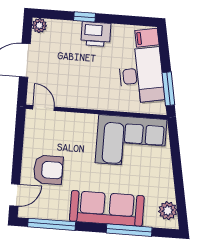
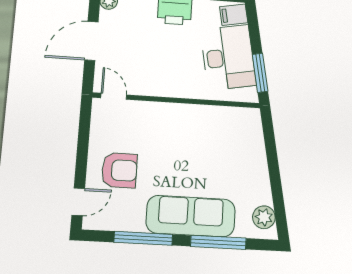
corner sofa: (131, 141) -> (218, 134), removed
window: (52, 224) -> (143, 238), moved

